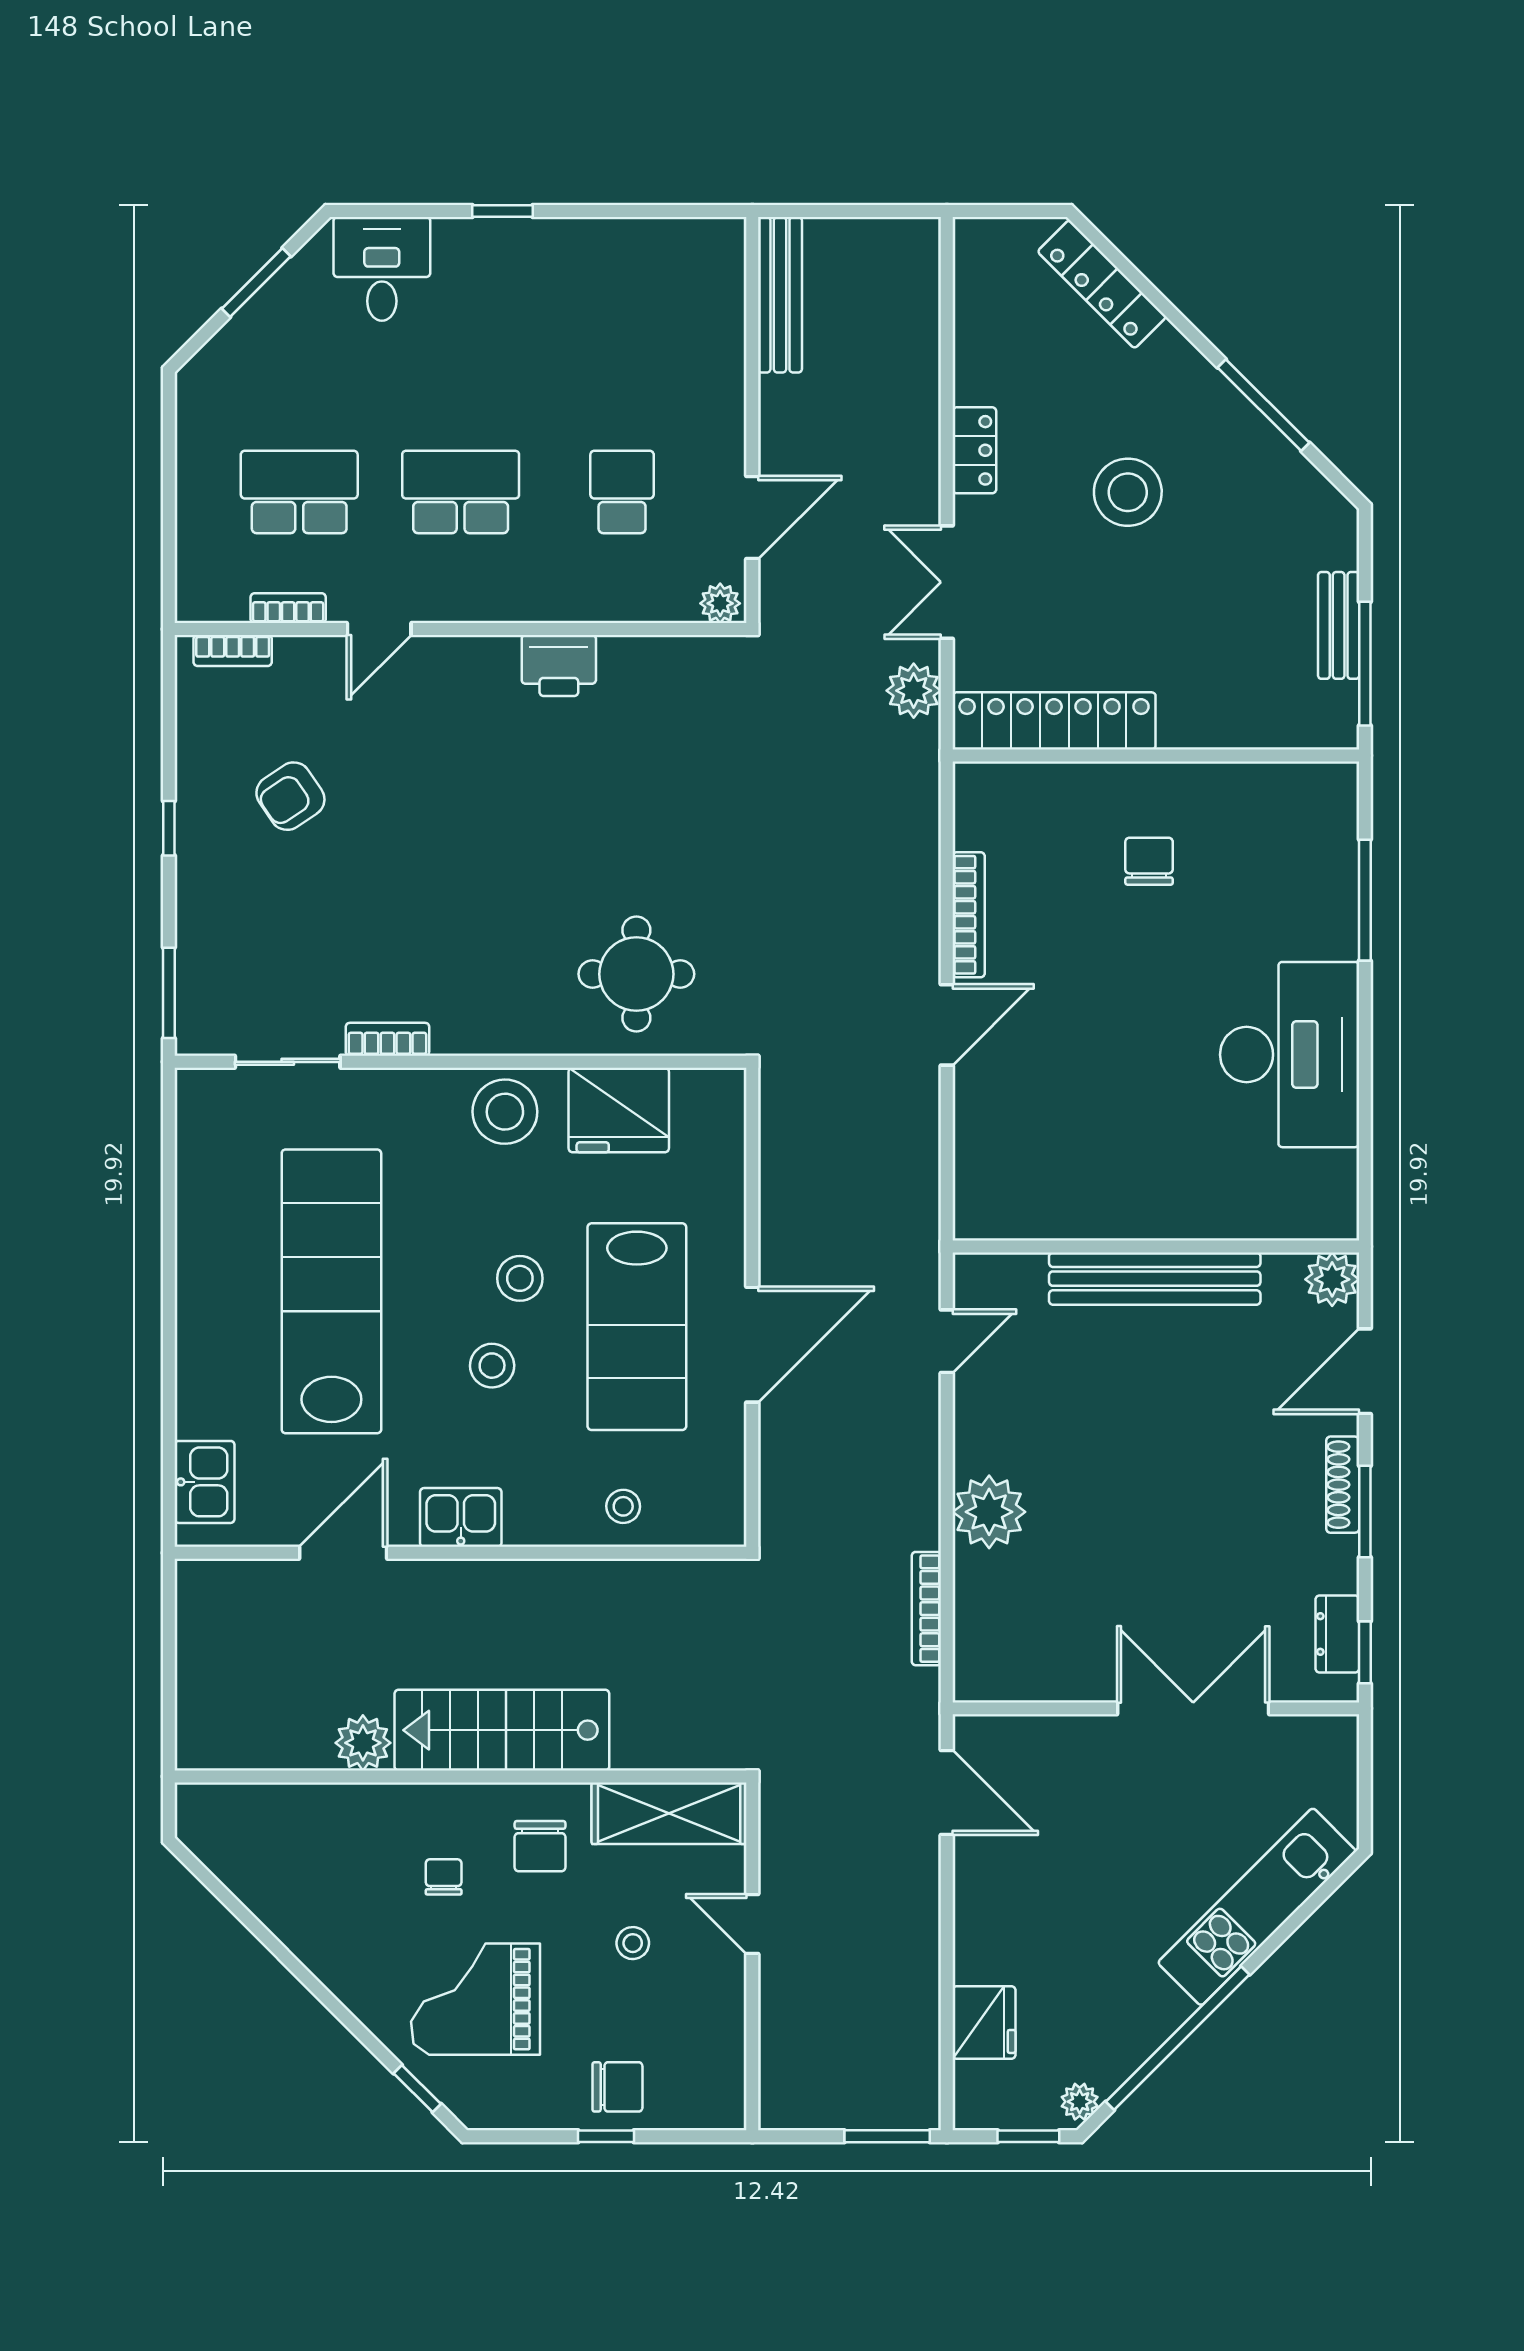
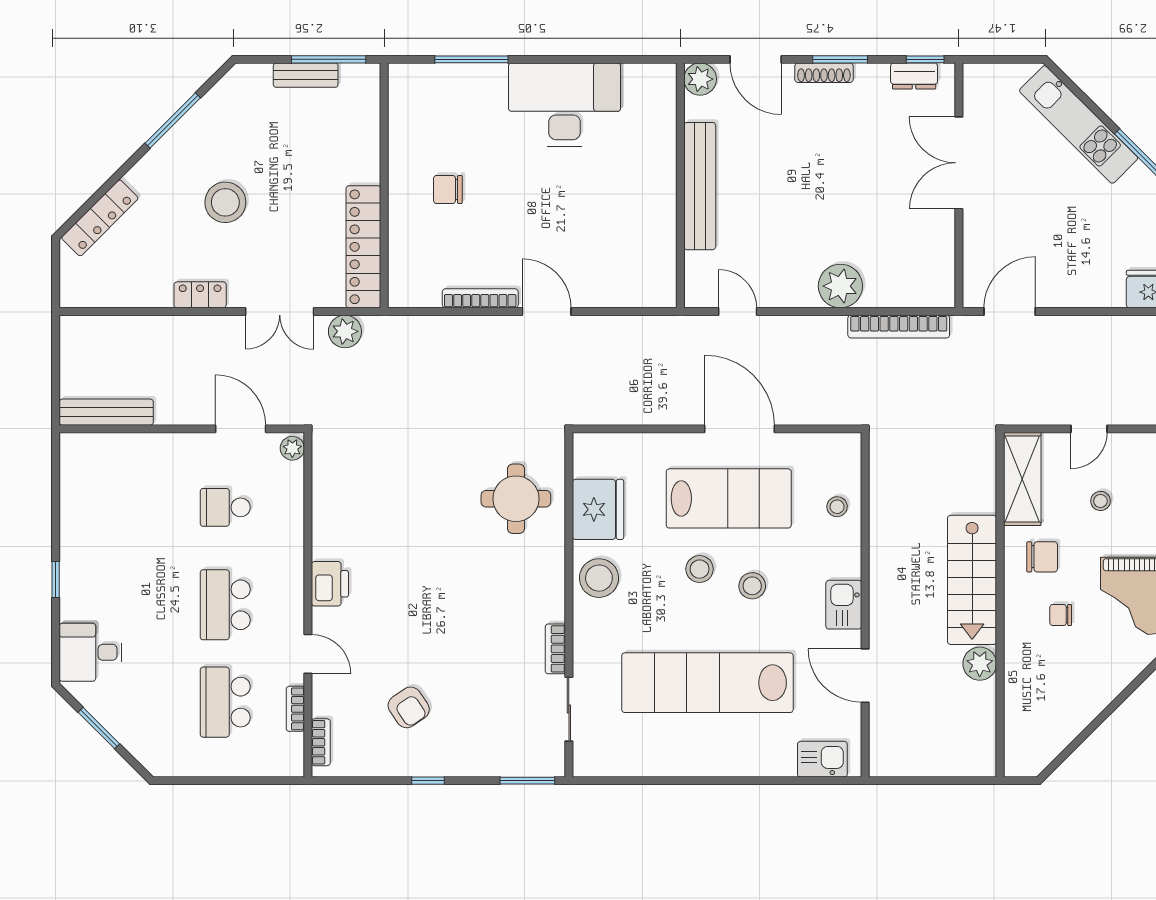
printer: (559, 666) -> (330, 584), moved
bookcase: (926, 1609) -> (899, 327), width x1.48, depth x1.31

